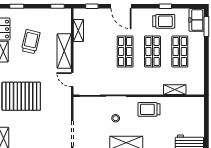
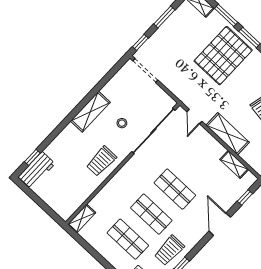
door: (121, 6) -> (220, 224), hinge flipped
door: (72, 80) -> (194, 117), swing flipped
shelving: (175, 90) -> (82, 219), moved
trolley: (149, 109) -> (101, 161), turned 180

